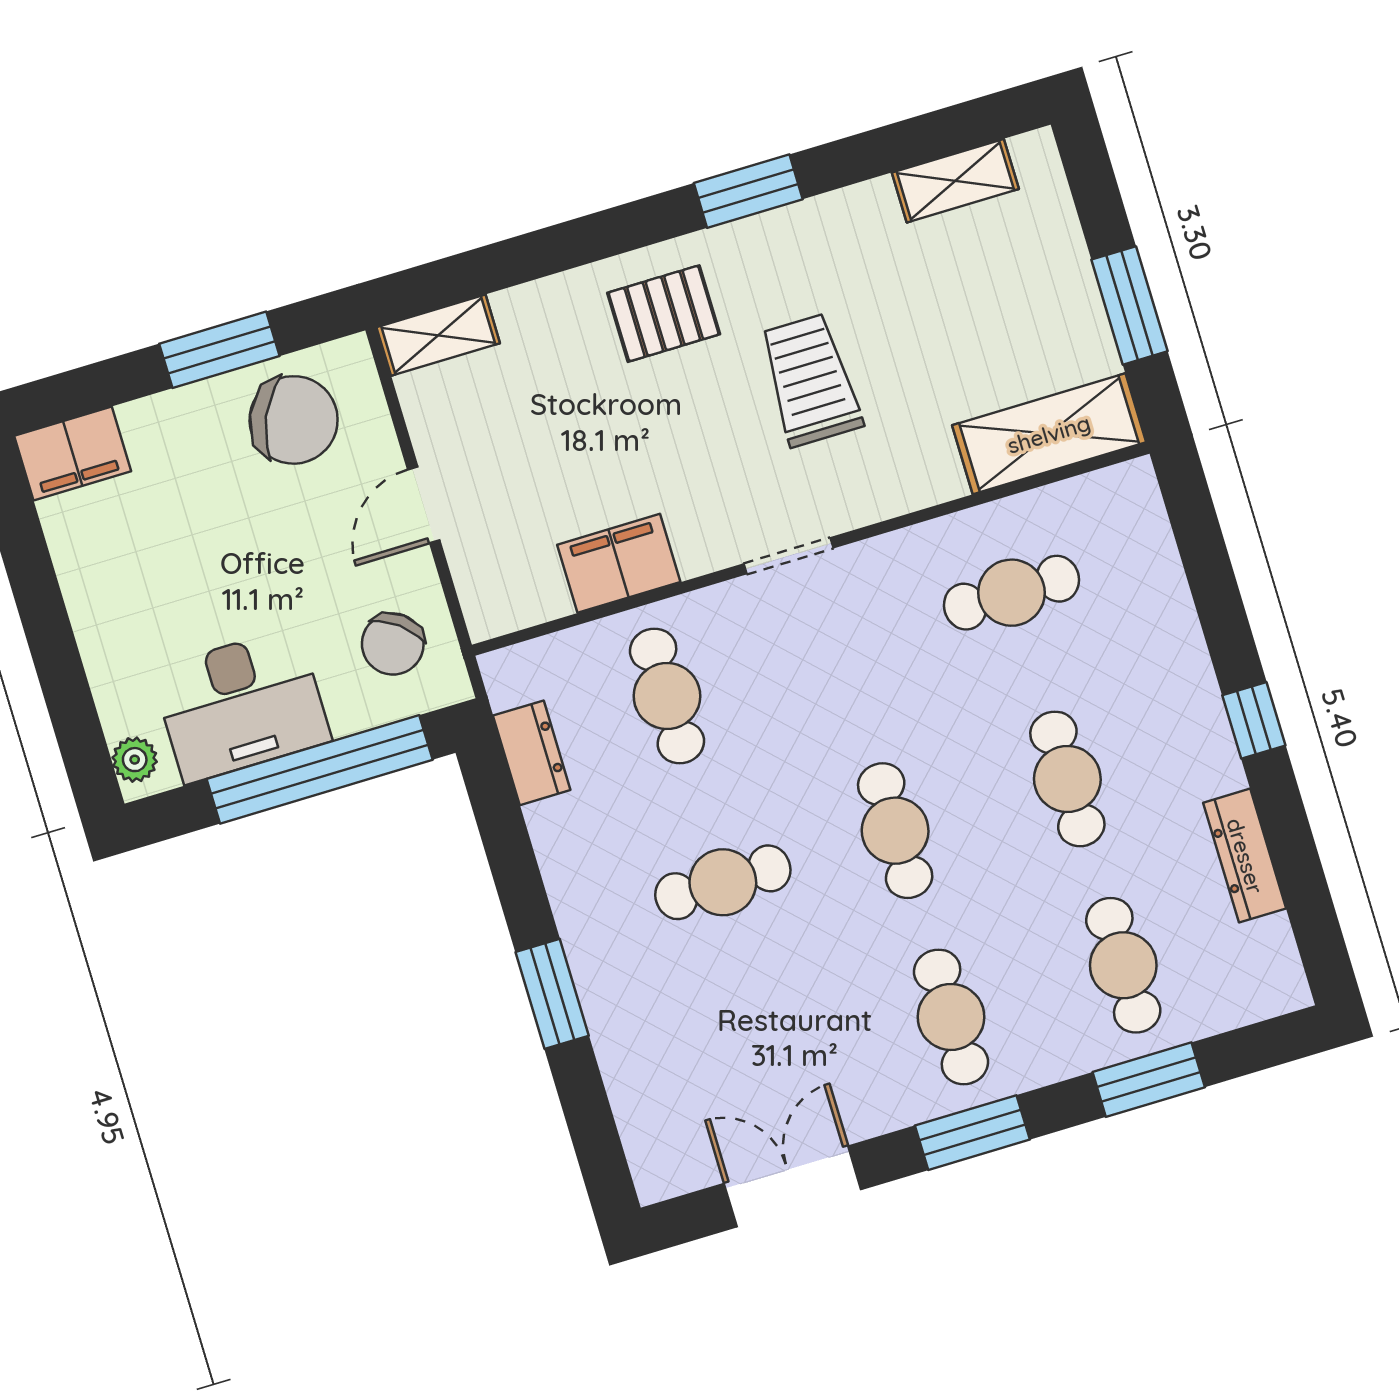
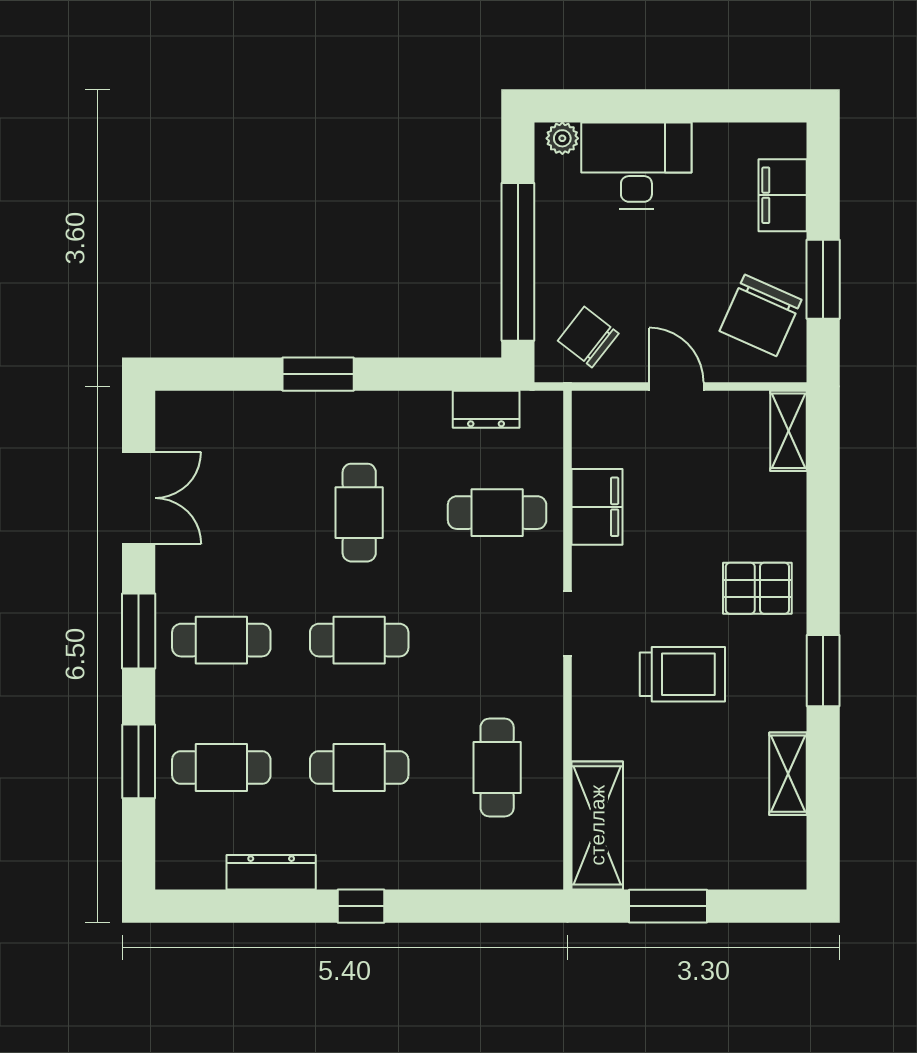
shelving: (955, 181) -> (788, 774), moved
pallet: (664, 314) -> (757, 588), turned 90
filing cabinet: (73, 454) -> (783, 195), moved
desk: (241, 705) -> (636, 166), moved, turned 90

